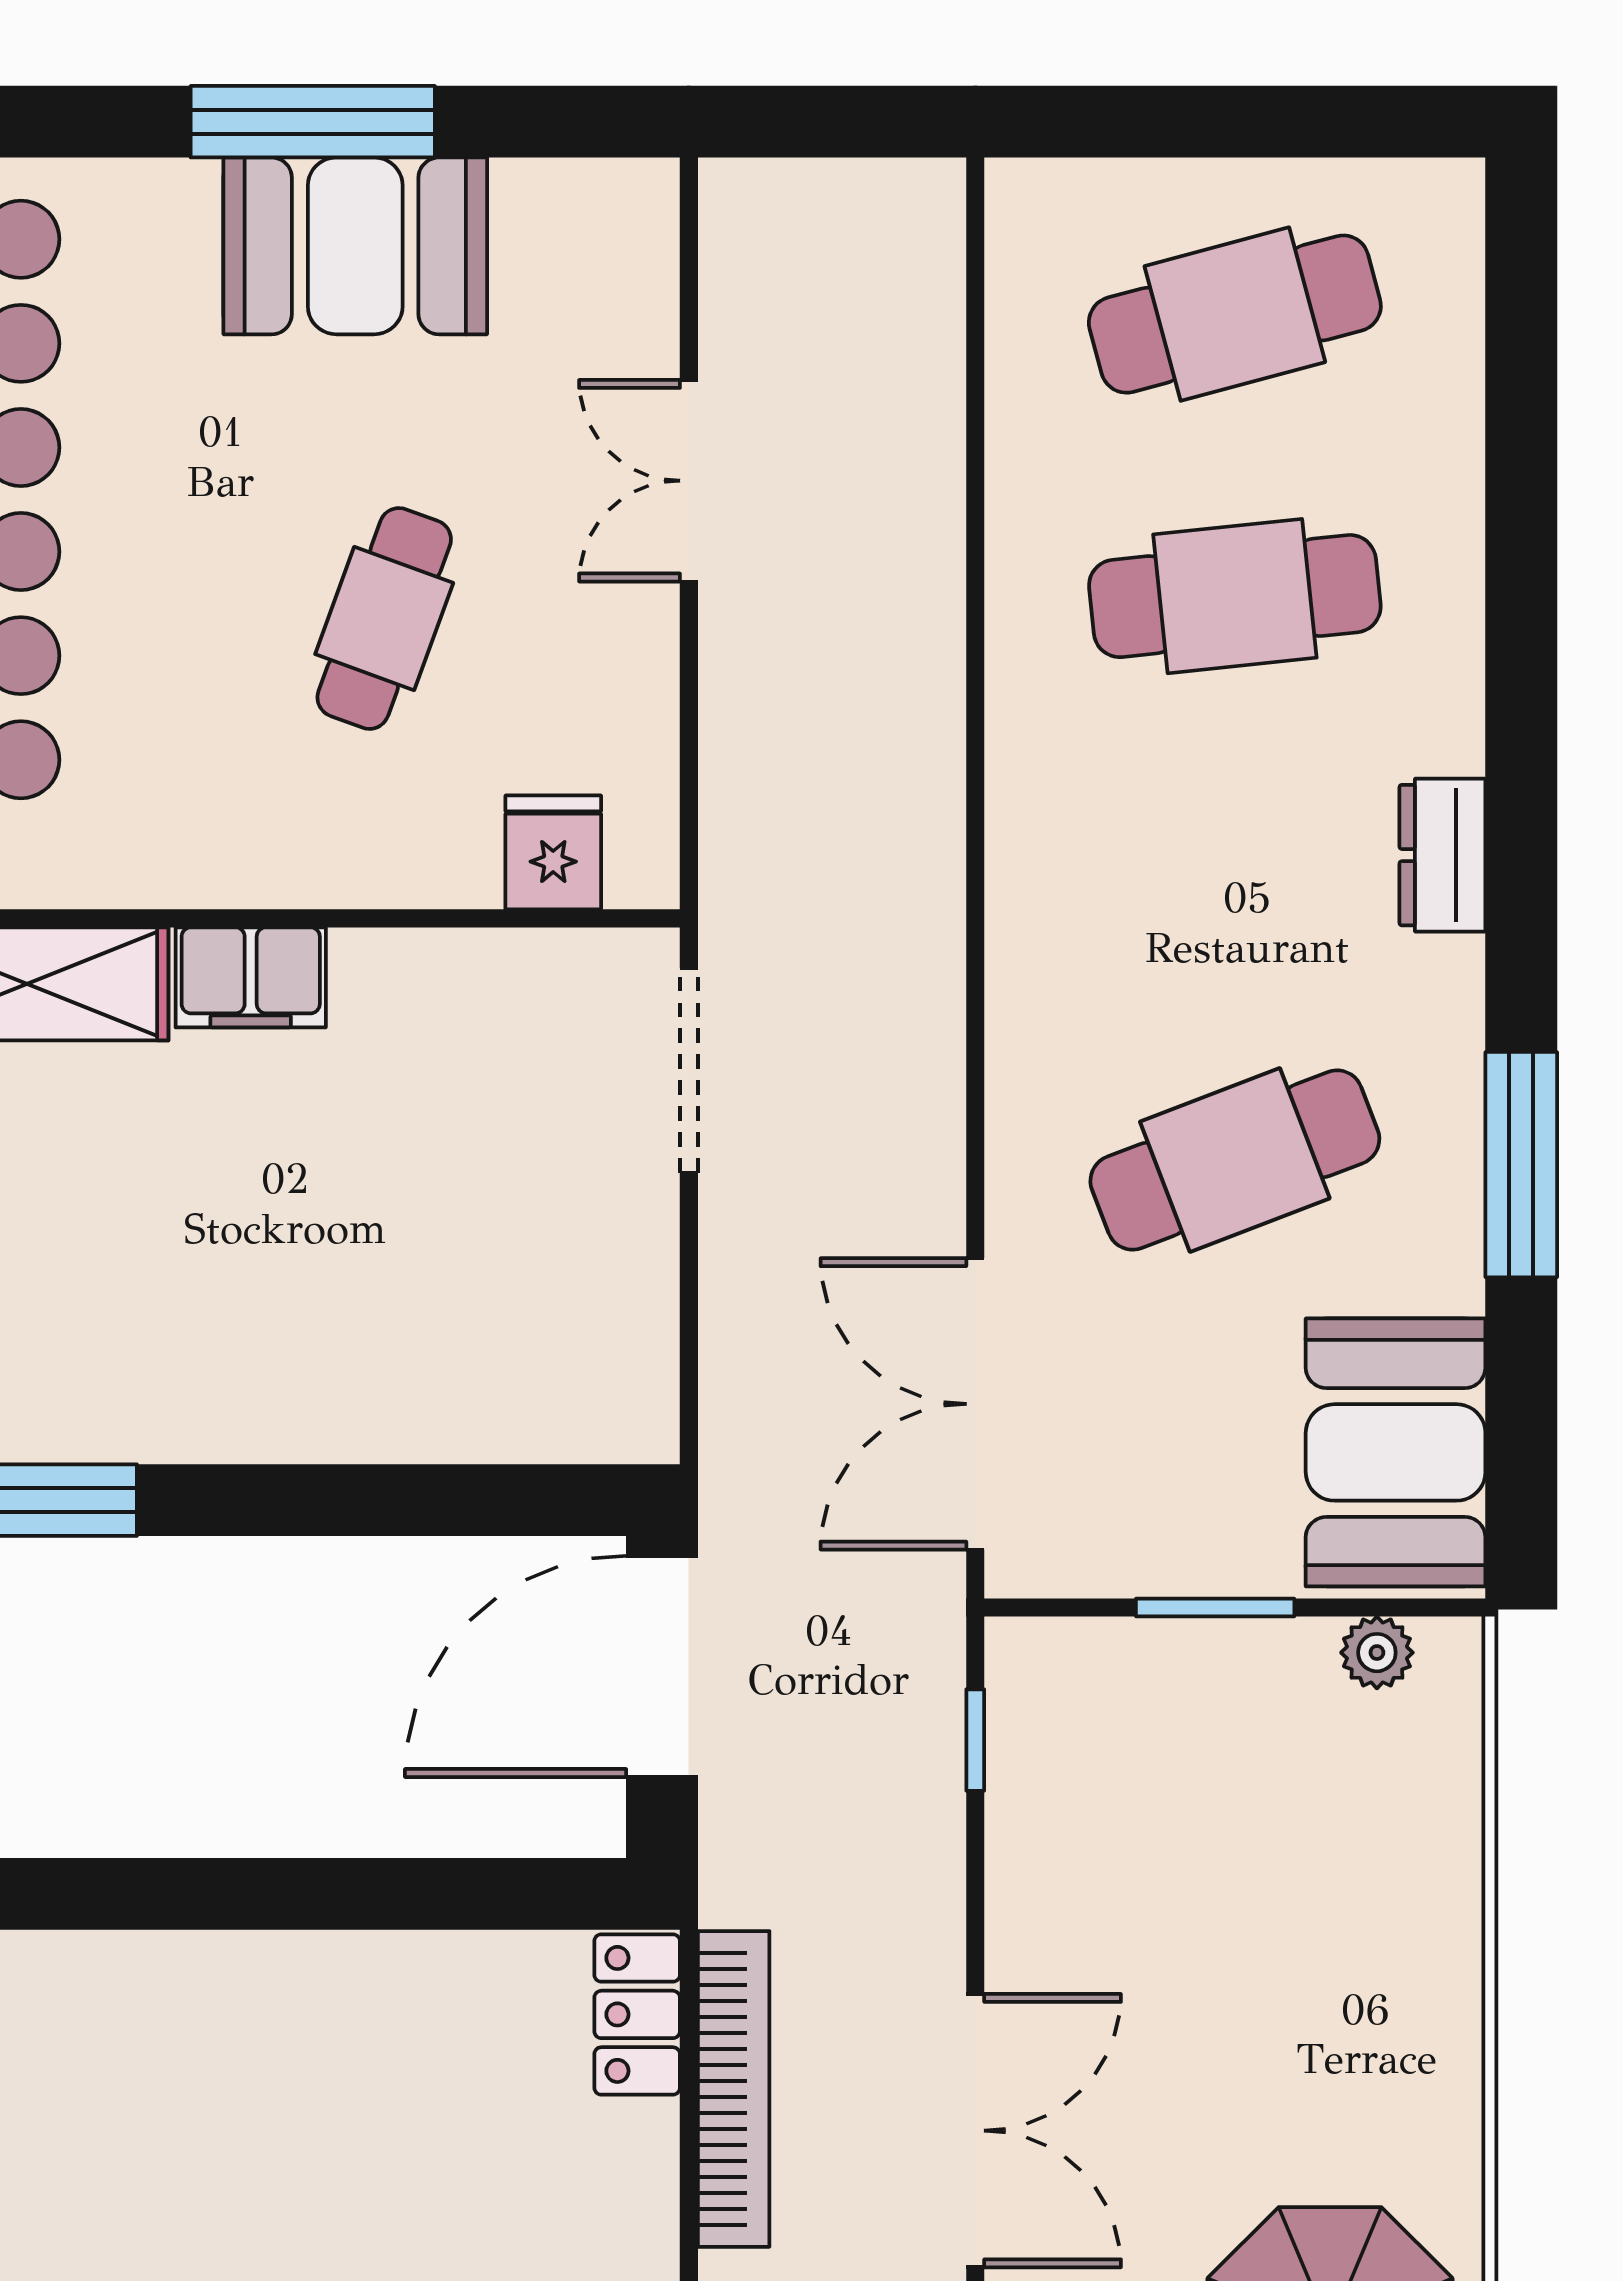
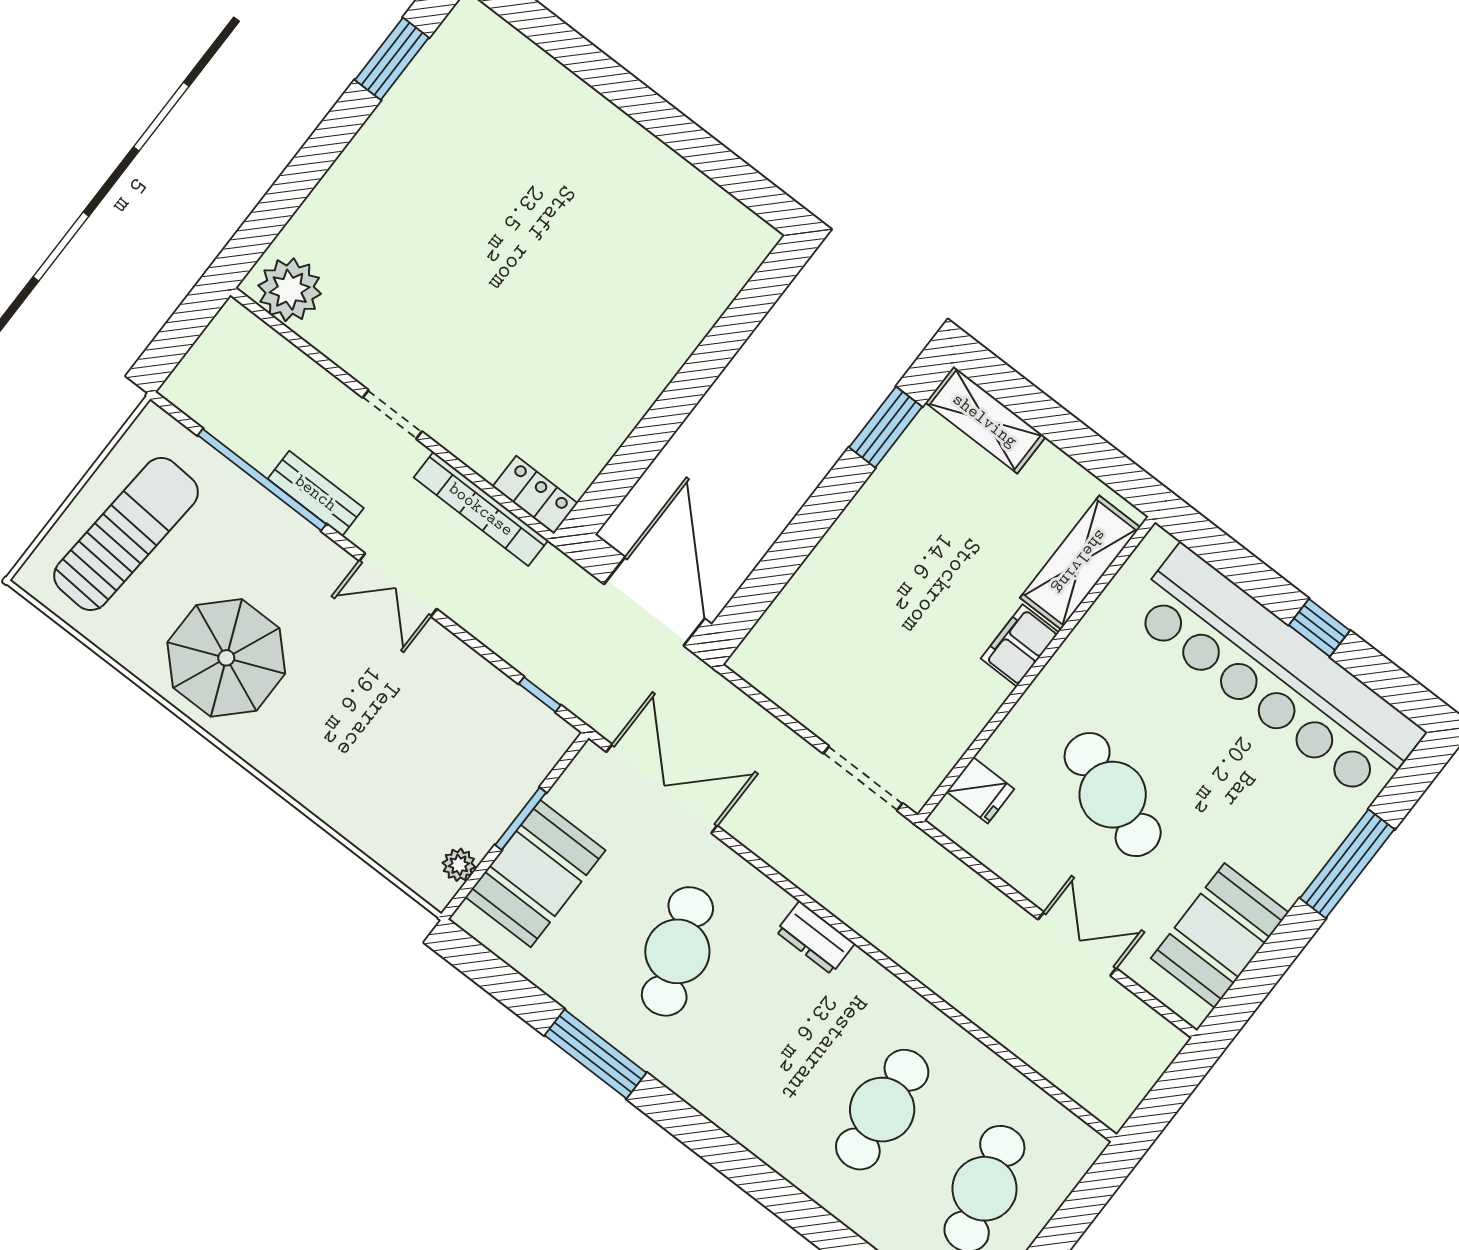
window: (313, 122) -> (1347, 864), moved
booth: (355, 246) -> (1220, 935), moved
cafe table: (384, 618) -> (1113, 795), width x1.37, depth x1.35
dresser: (1442, 855) -> (815, 938), moved, turned 180
booth: (1396, 1452) -> (535, 874), moved, turned 90
double door: (975, 2131) -> (398, 585), width x0.73

